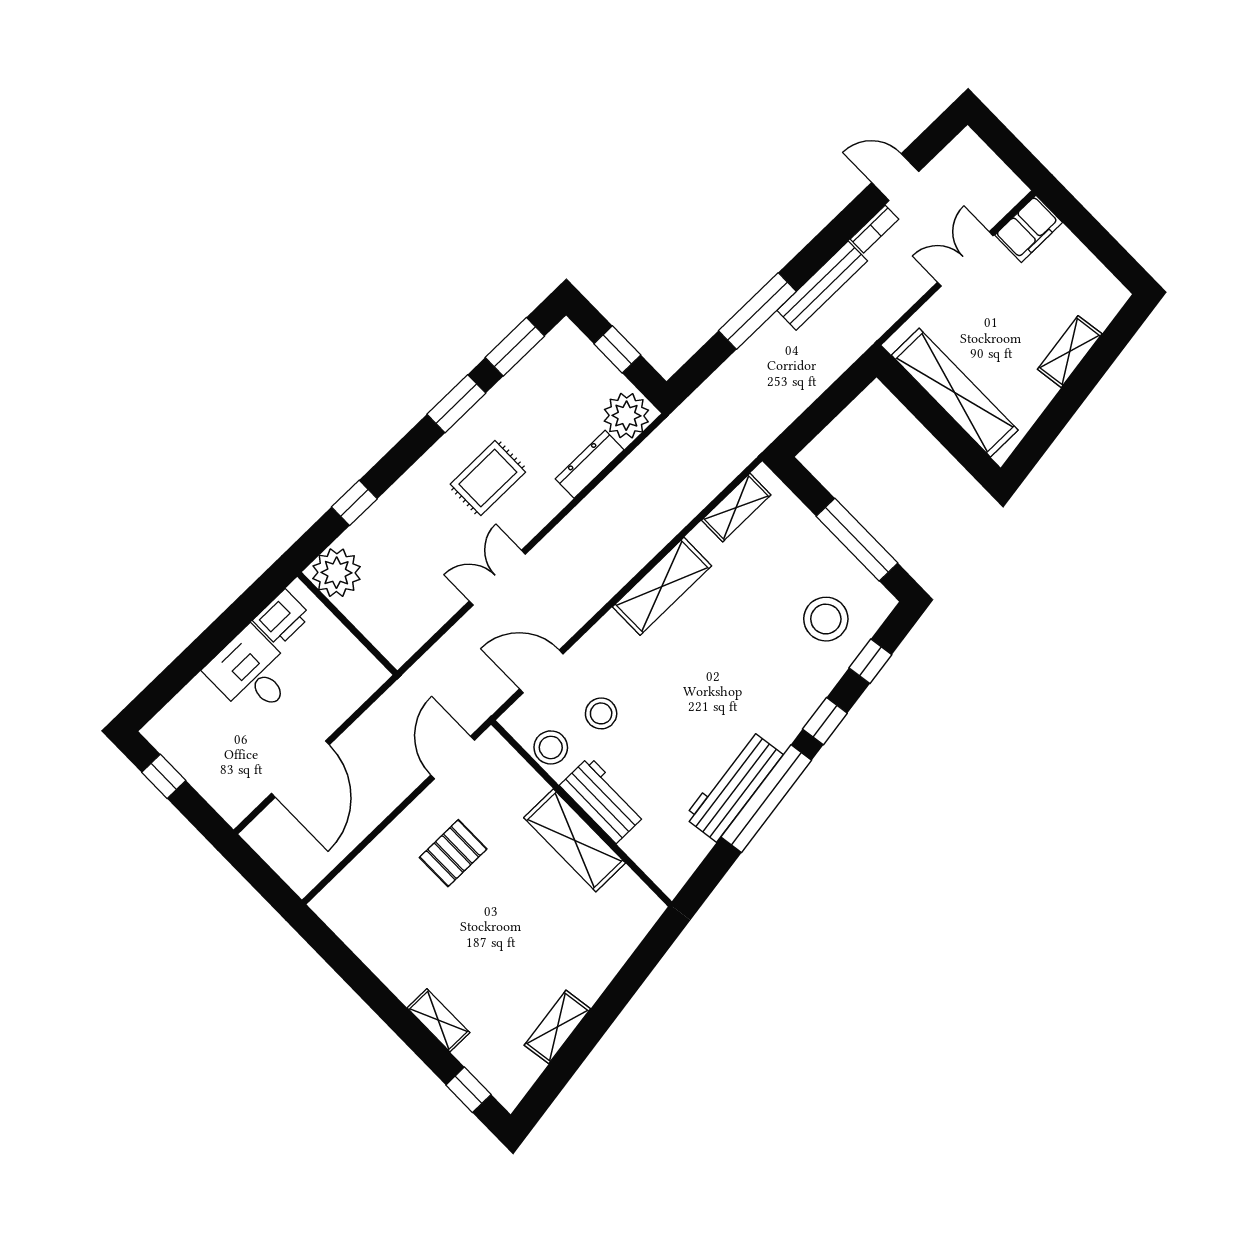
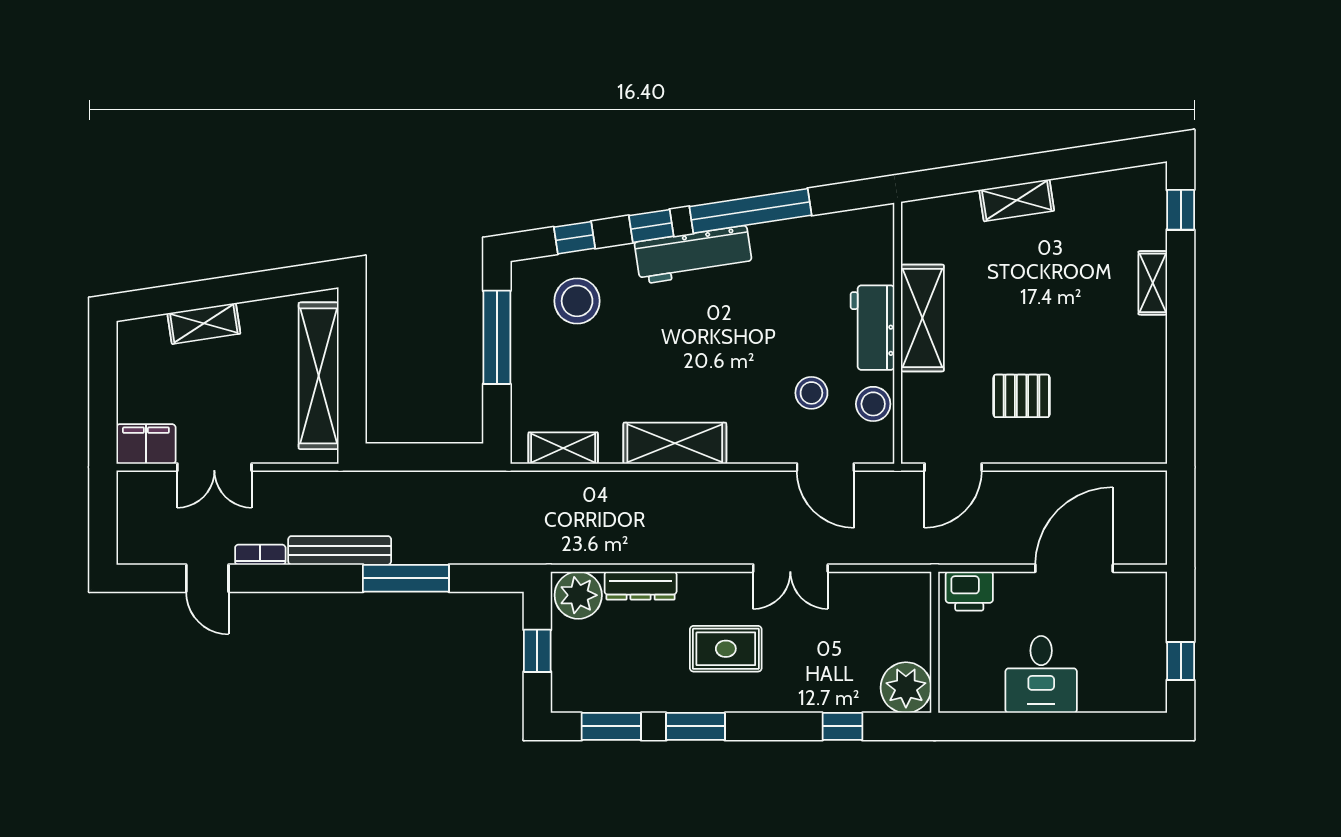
printer: (282, 618) -> (969, 591), moved, turned 180
workbench: (734, 786) -> (693, 255), moved
shelving: (557, 1027) -> (1017, 200), moved

